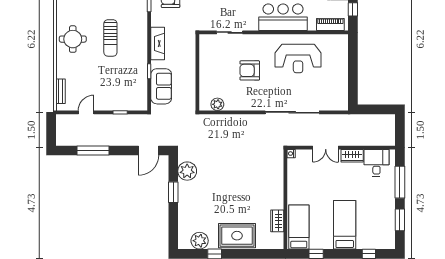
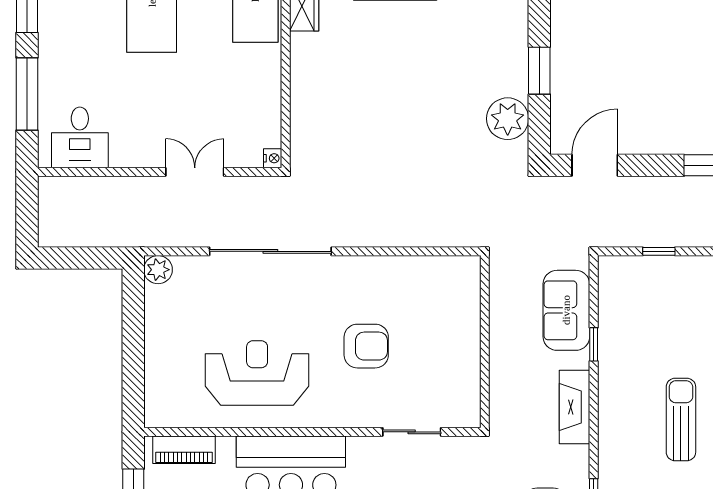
plant: (217, 104) -> (158, 270), moved
wardrobe: (352, 156) -> (135, 153), removed

